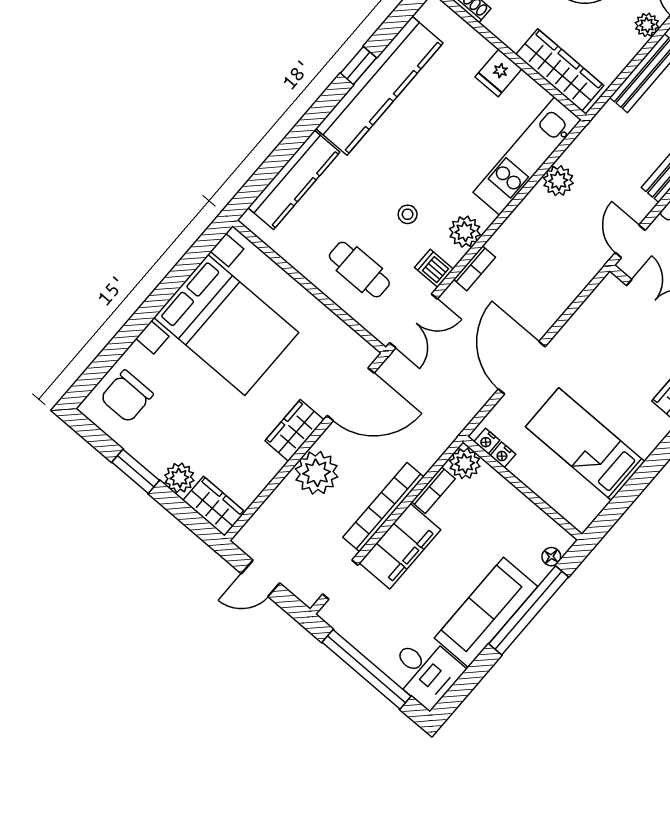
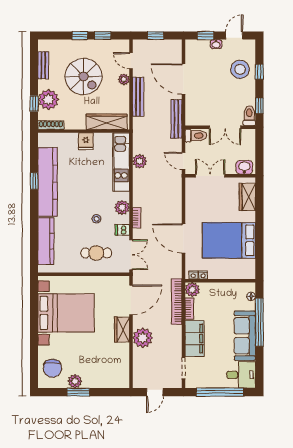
bed: (585, 444) -> (229, 240), width x1.50
plant: (179, 478) -> (75, 381), moved
wardrobe: (214, 506) -> (117, 381), removed
bookcase: (383, 507) -> (177, 302), moved

